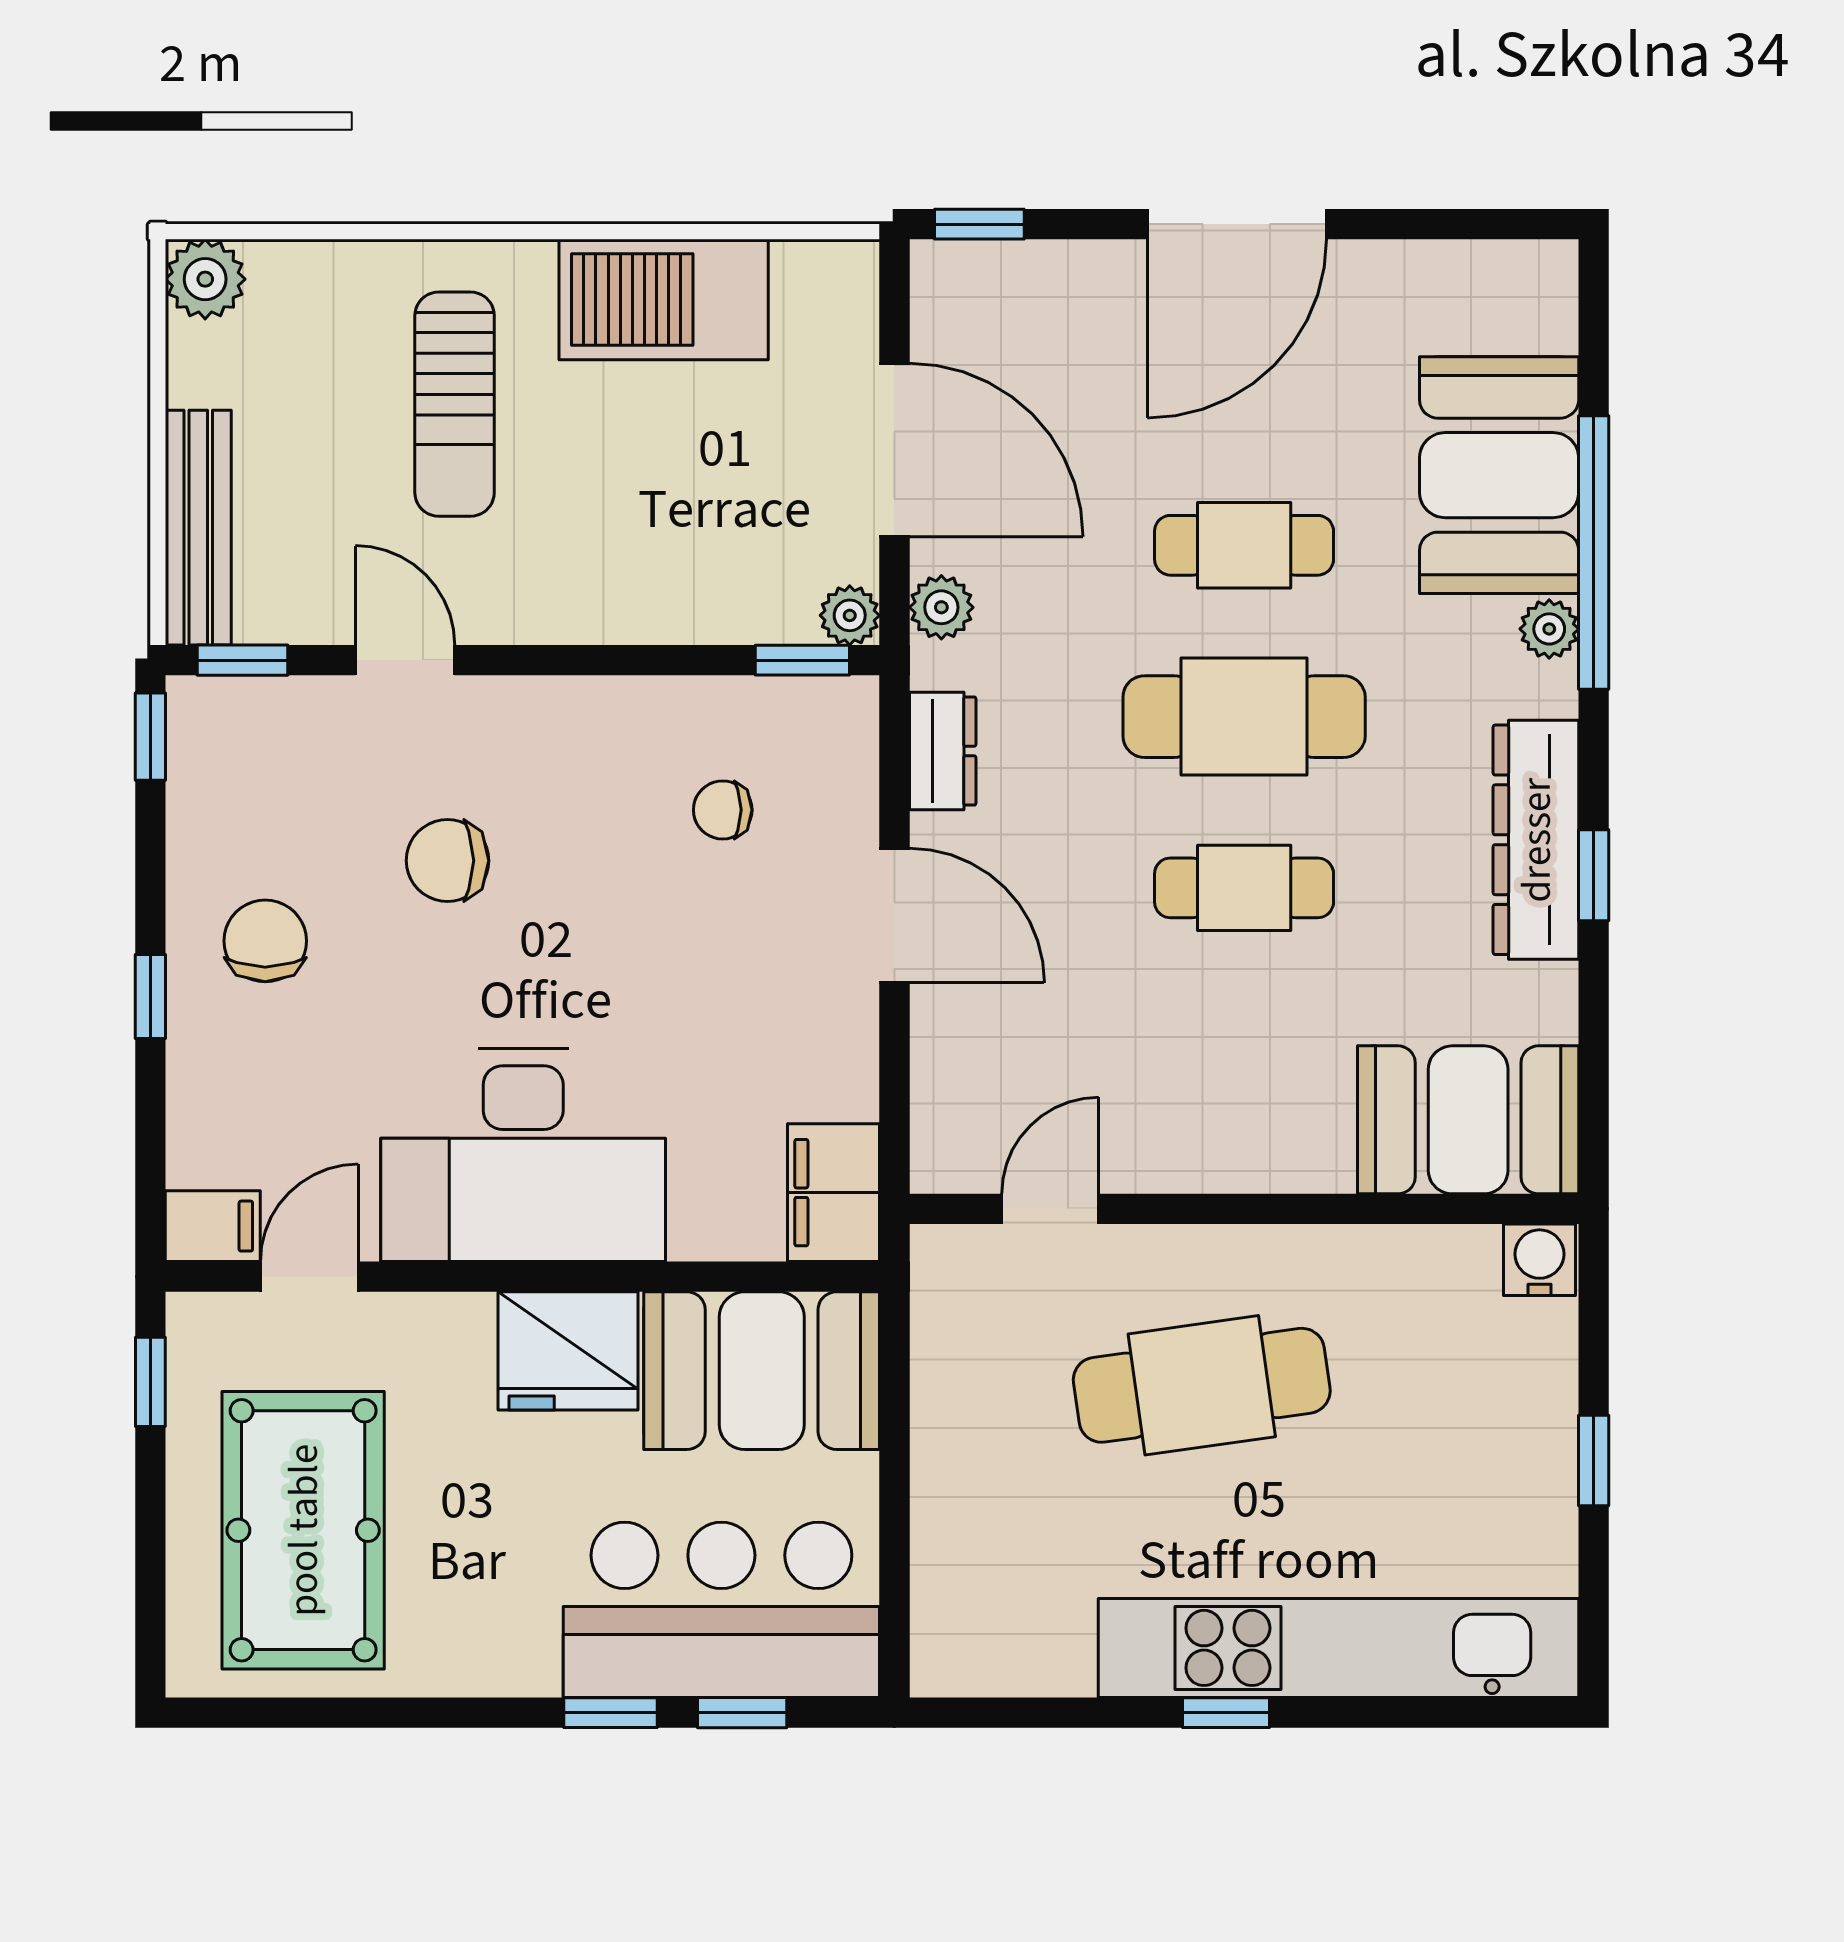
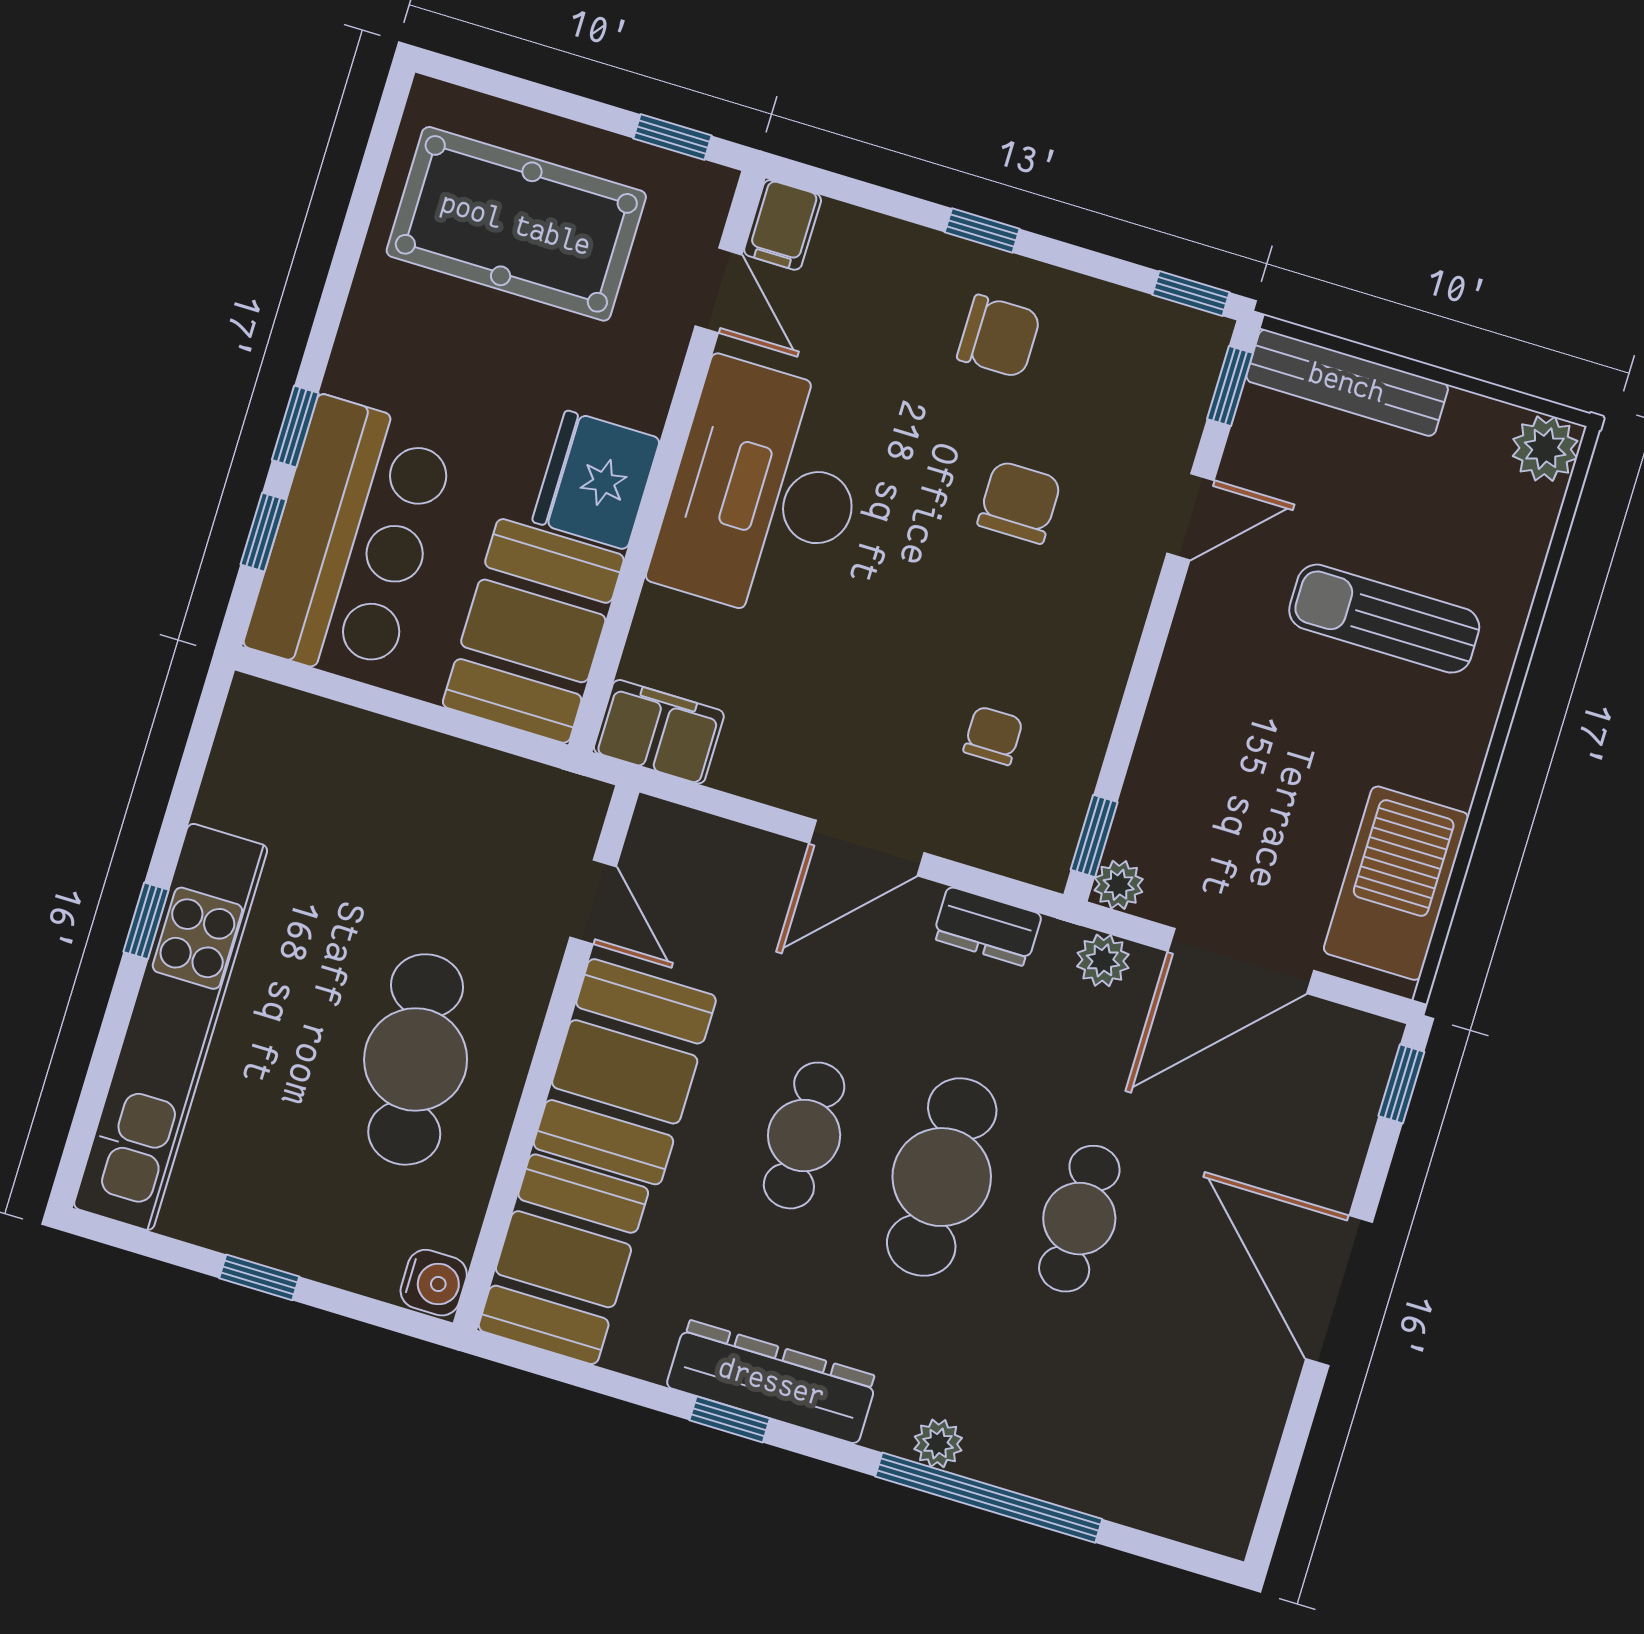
barbecue: (664, 299) -> (1396, 883), moved
booth: (1499, 475) -> (625, 1072), moved, turned 90
cafe table: (1202, 1385) -> (416, 1059), moved

